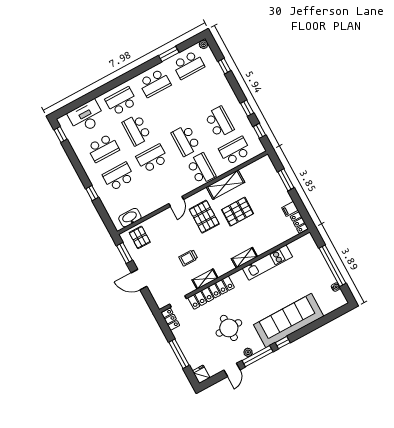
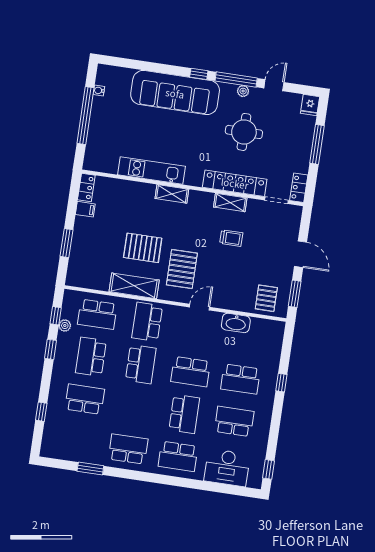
plant: (204, 44) -> (65, 326), moved
school desk: (188, 65) -> (85, 399), moved
washbasin: (130, 218) -> (236, 323), moved

